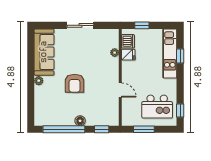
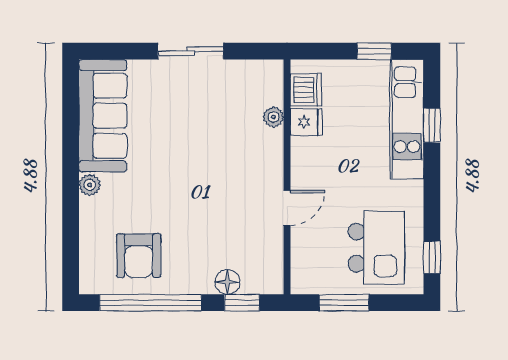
window: (142, 25) -> (374, 51), moved
armchair: (75, 83) -> (139, 256), moved
door: (120, 90) -> (287, 208), hinge flipped
kitchen island: (157, 107) -> (376, 248), turned -90
floor lamp: (80, 121) -> (227, 282), moved

